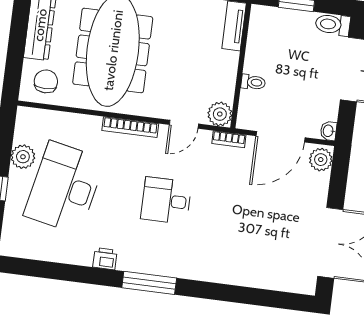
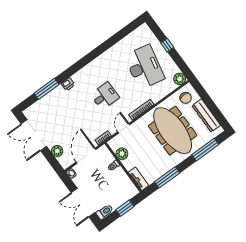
plant: (220, 114) -> (122, 154), moved
plant: (23, 157) -> (180, 79), moved
plant: (321, 160) -> (57, 151), moved
printer: (105, 259) -> (68, 84), moved
window: (149, 283) -> (46, 89), moved

